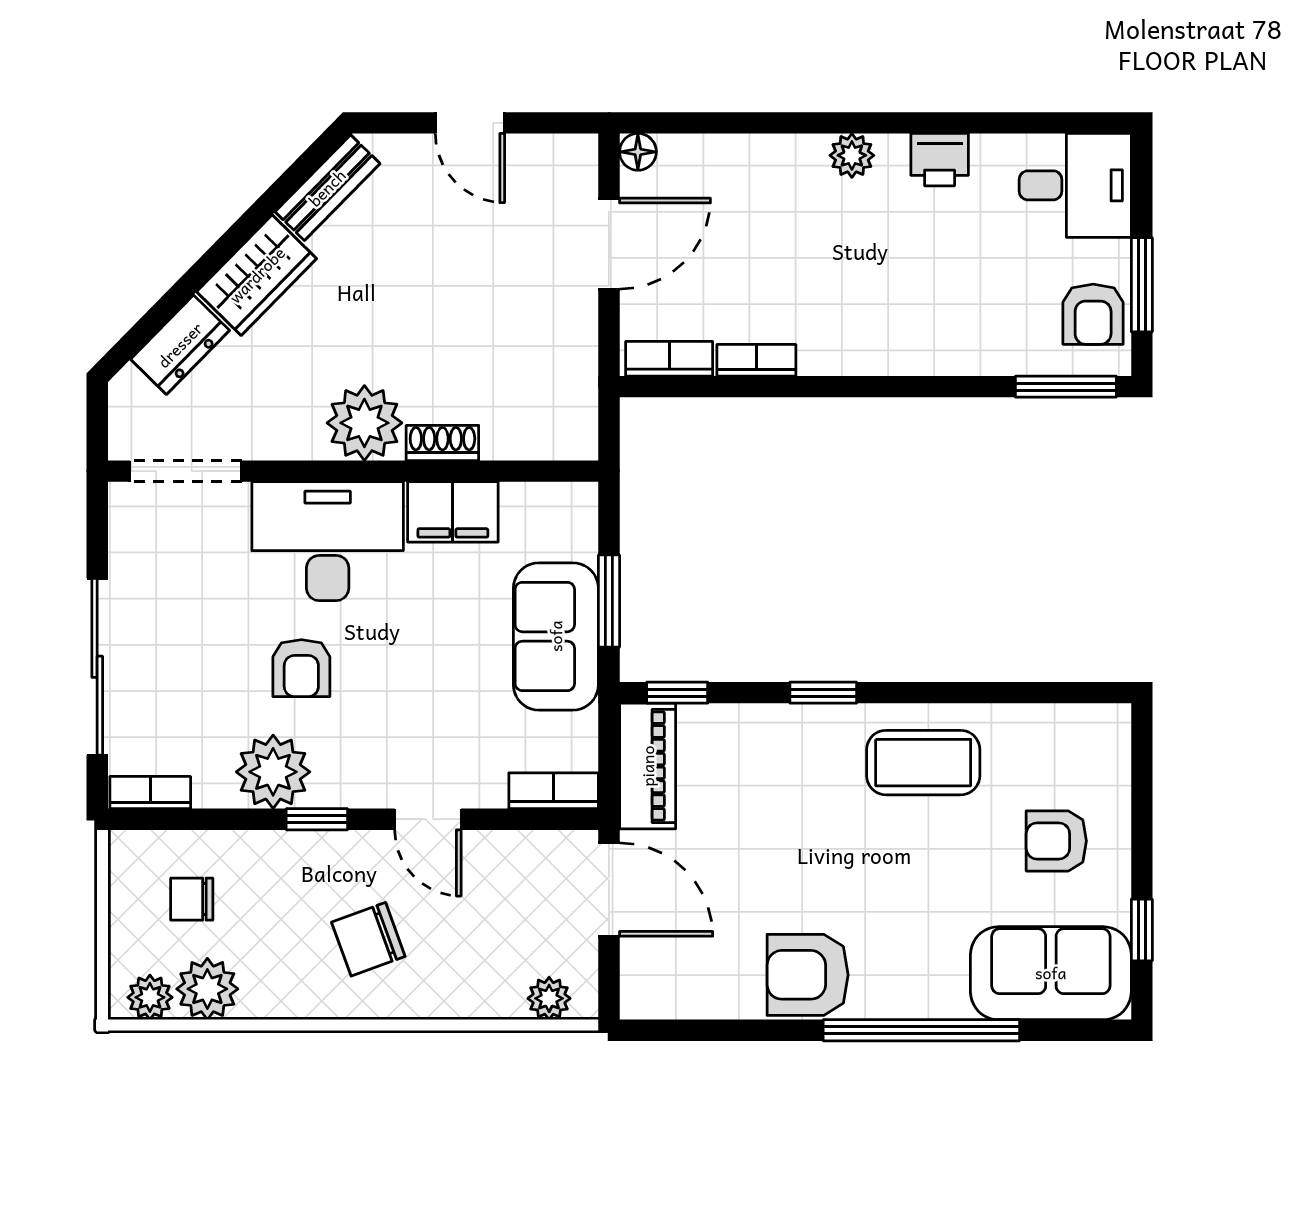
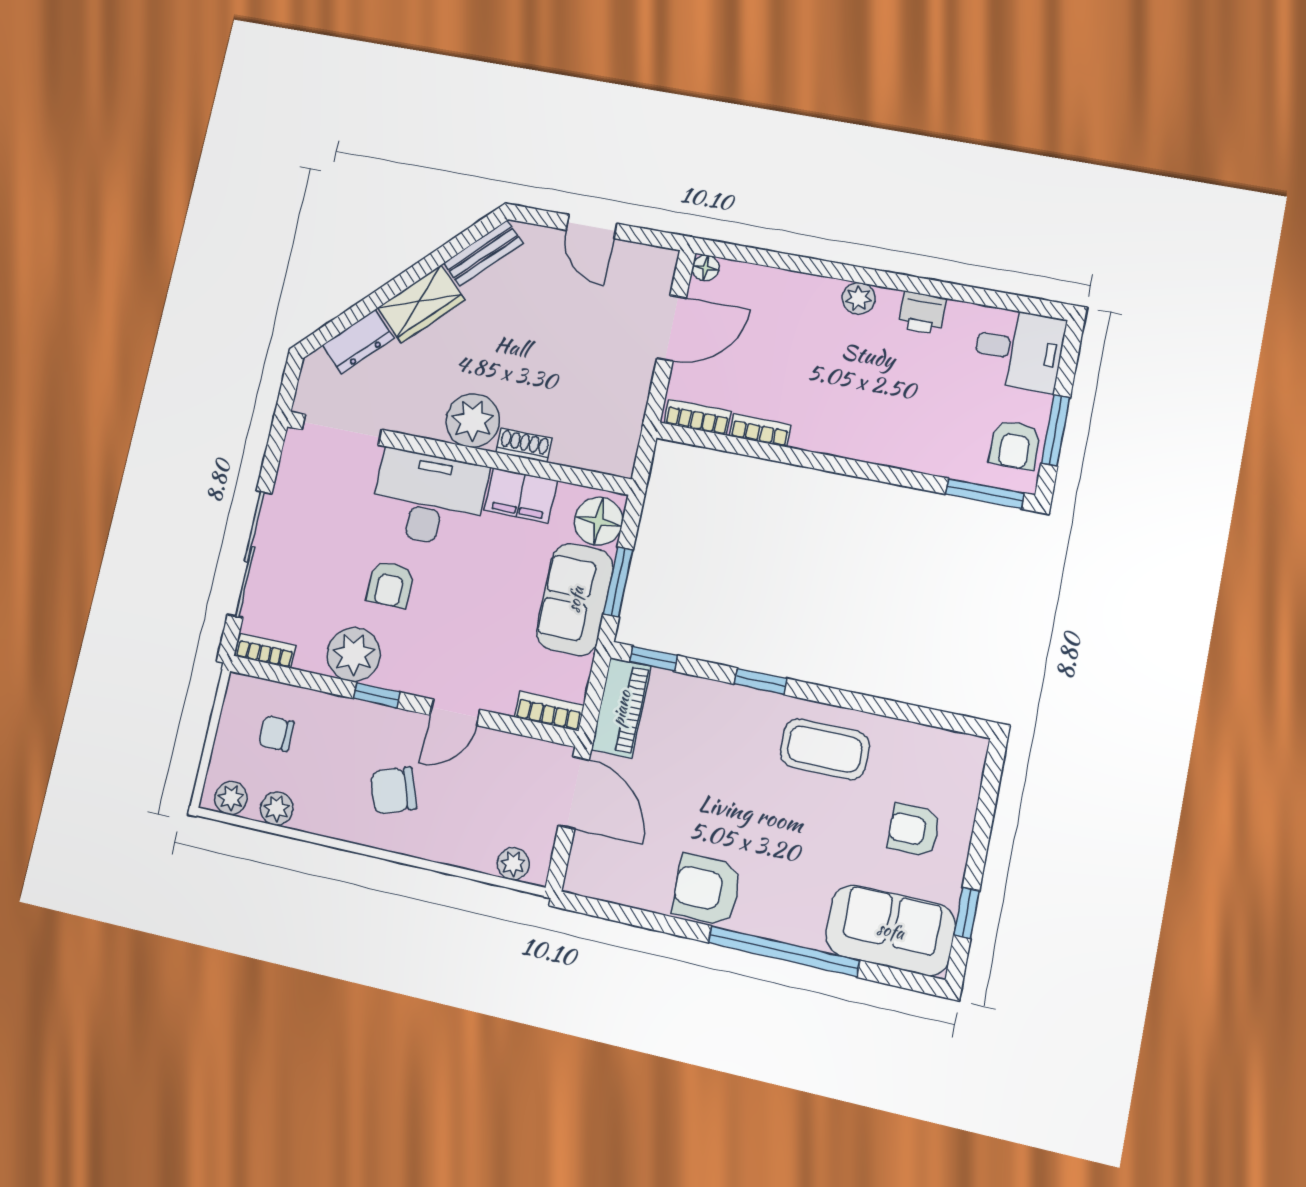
floor lamp: (565, 526) -> (598, 521), added
door: (428, 819) -> (455, 712), hinge flipped
plant: (207, 989) -> (277, 809), width x0.73, depth x0.73

